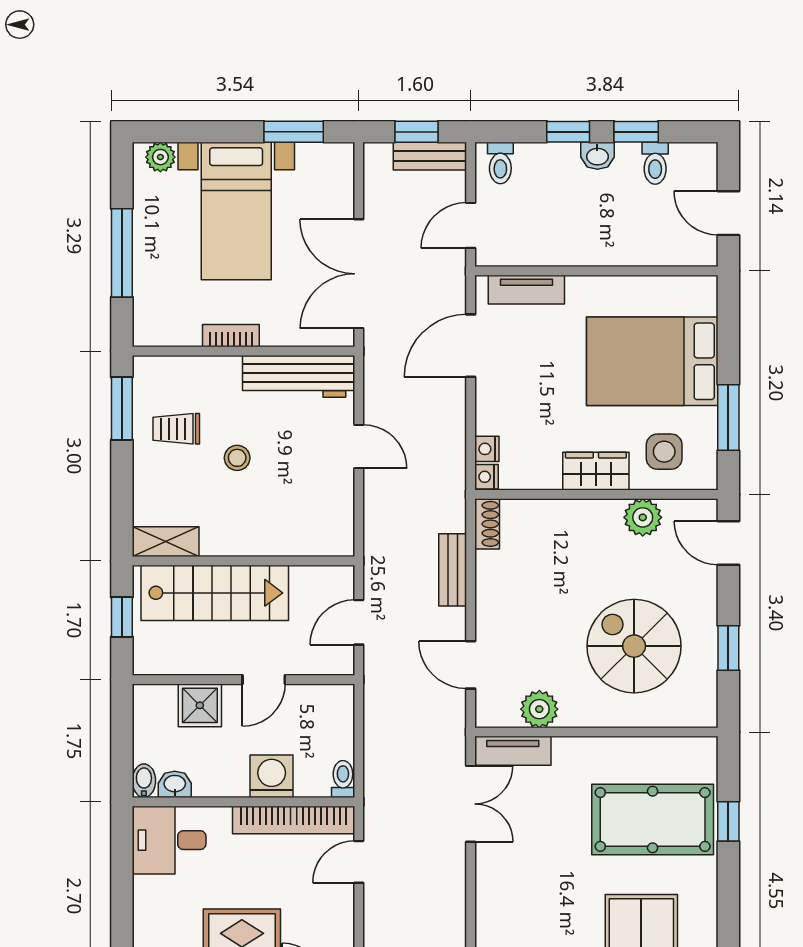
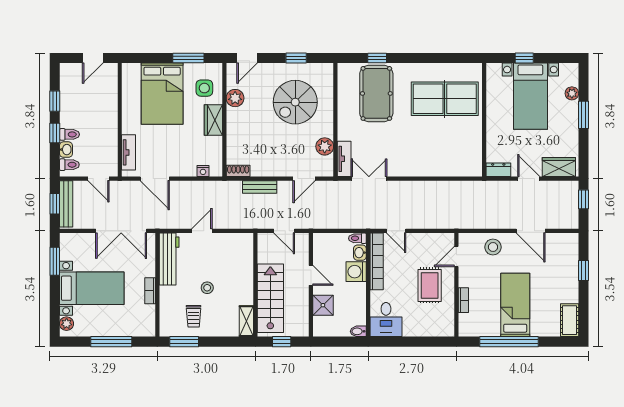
bench: (430, 156) -> (66, 204), width x1.36
washbasin: (597, 156) -> (66, 150), moved
toilet: (655, 163) -> (69, 134), moved
nightstand: (486, 477) -> (216, 171), removed
washbasin: (175, 784) -> (360, 253), moved

